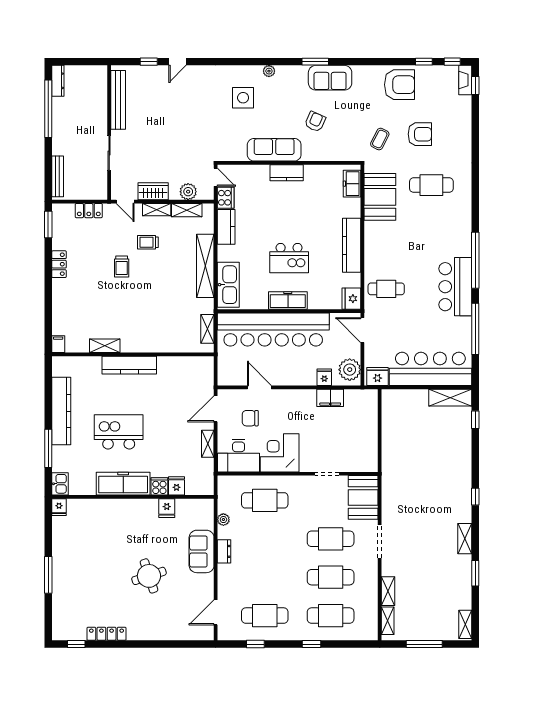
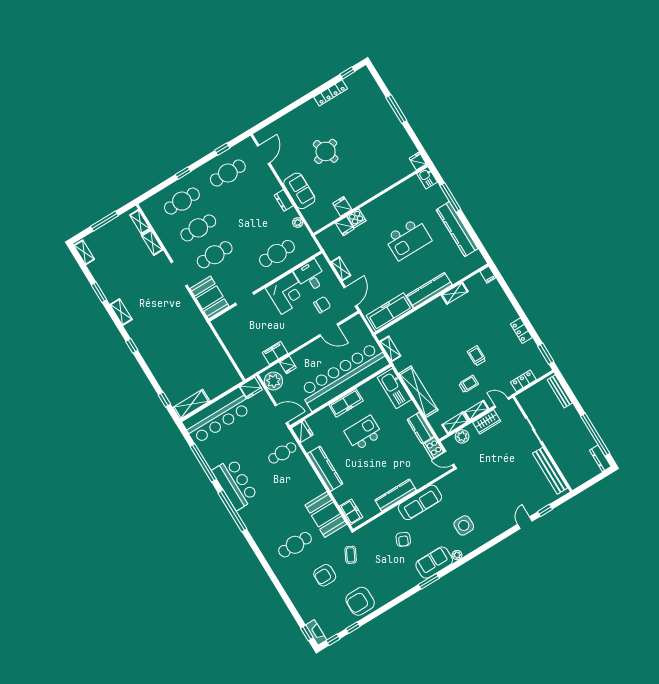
sofa: (330, 78) -> (434, 563), moved
kitchen counter: (287, 173) -> (396, 495), width x1.50
desk: (239, 456) -> (310, 276), width x0.73
freezer: (123, 484) -> (390, 312), moved, turned 180

